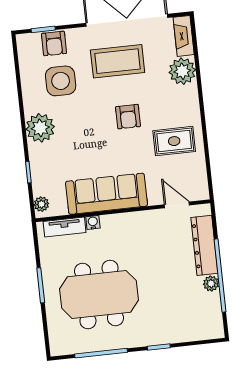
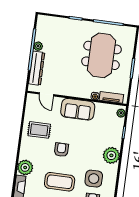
sofa: (107, 194) -> (78, 109), width x0.73
meeting table: (99, 294) -> (101, 55), turned 90

